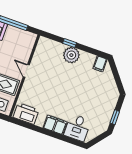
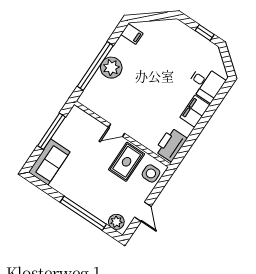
window: (70, 43) -> (95, 66), width x3.17

